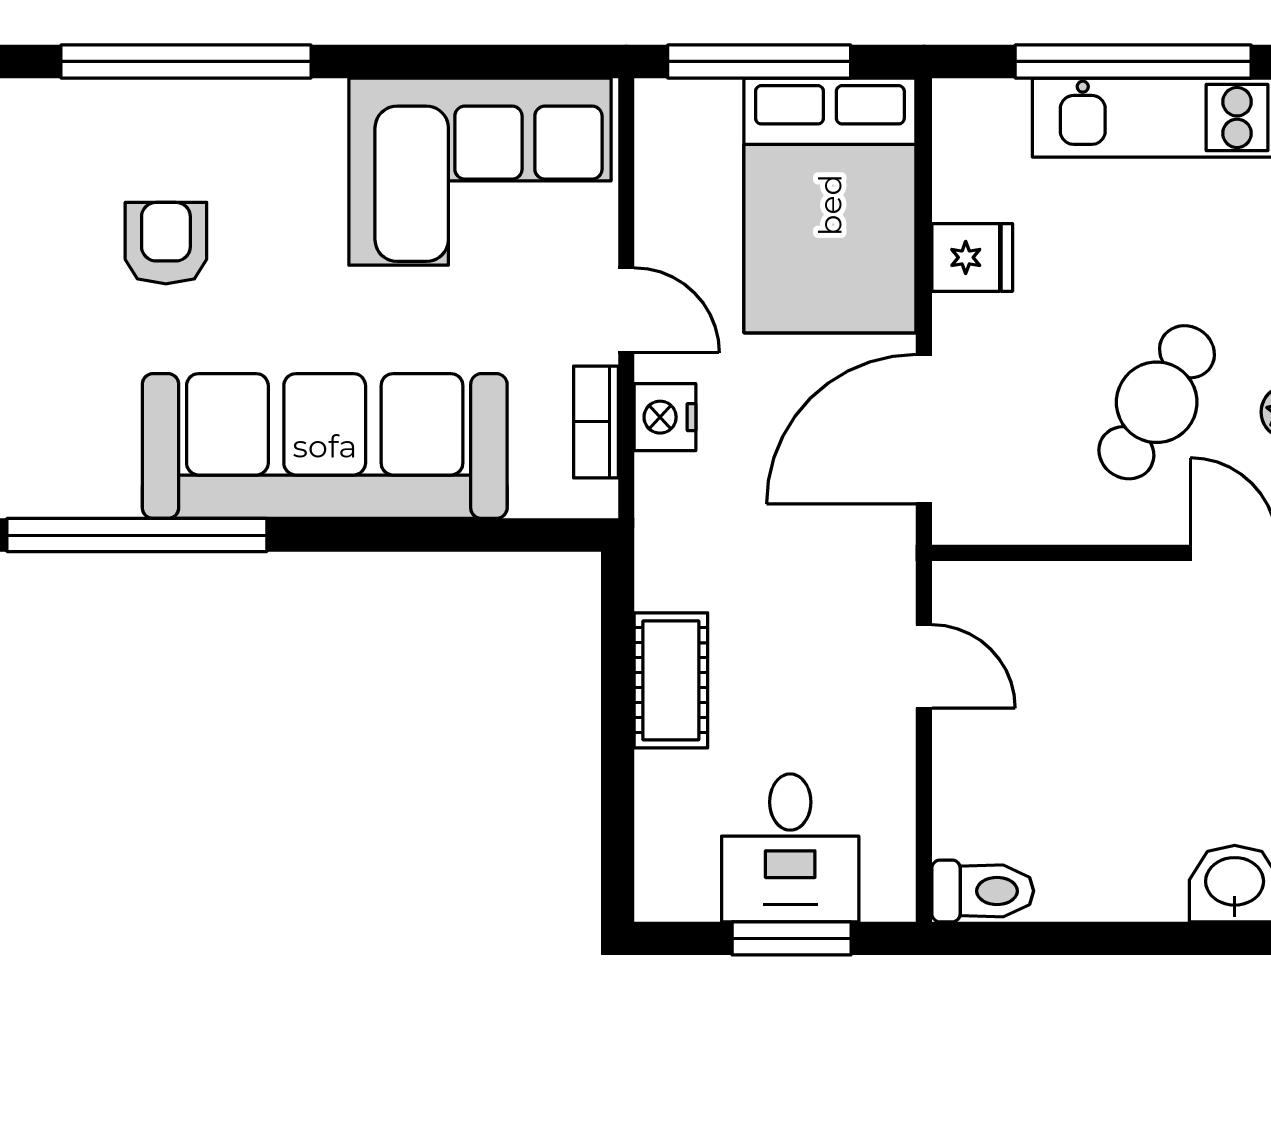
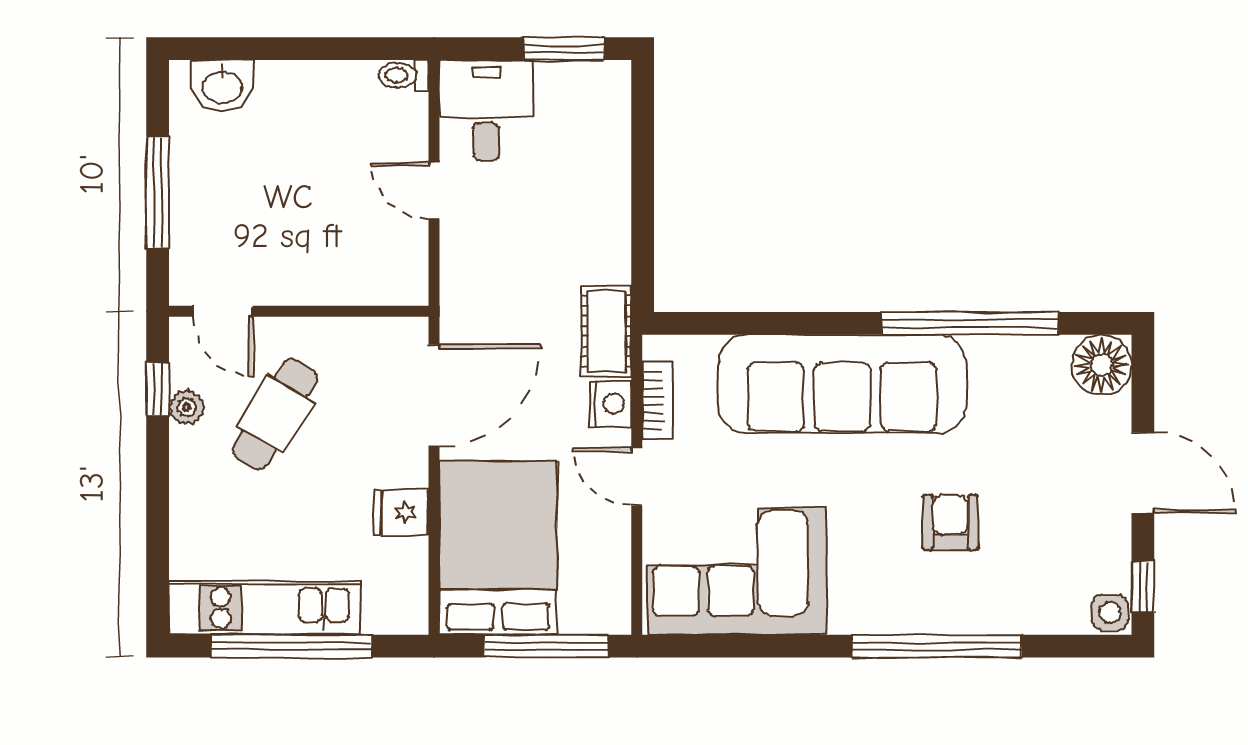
armchair: (166, 243) -> (950, 522), turned 180
door: (924, 666) -> (434, 191), moved
cot: (671, 680) -> (606, 331), moved
desk: (790, 848) -> (486, 110), moved
toilet: (983, 891) -> (404, 75), width x0.73, depth x0.72
window: (792, 938) -> (564, 49), moved

